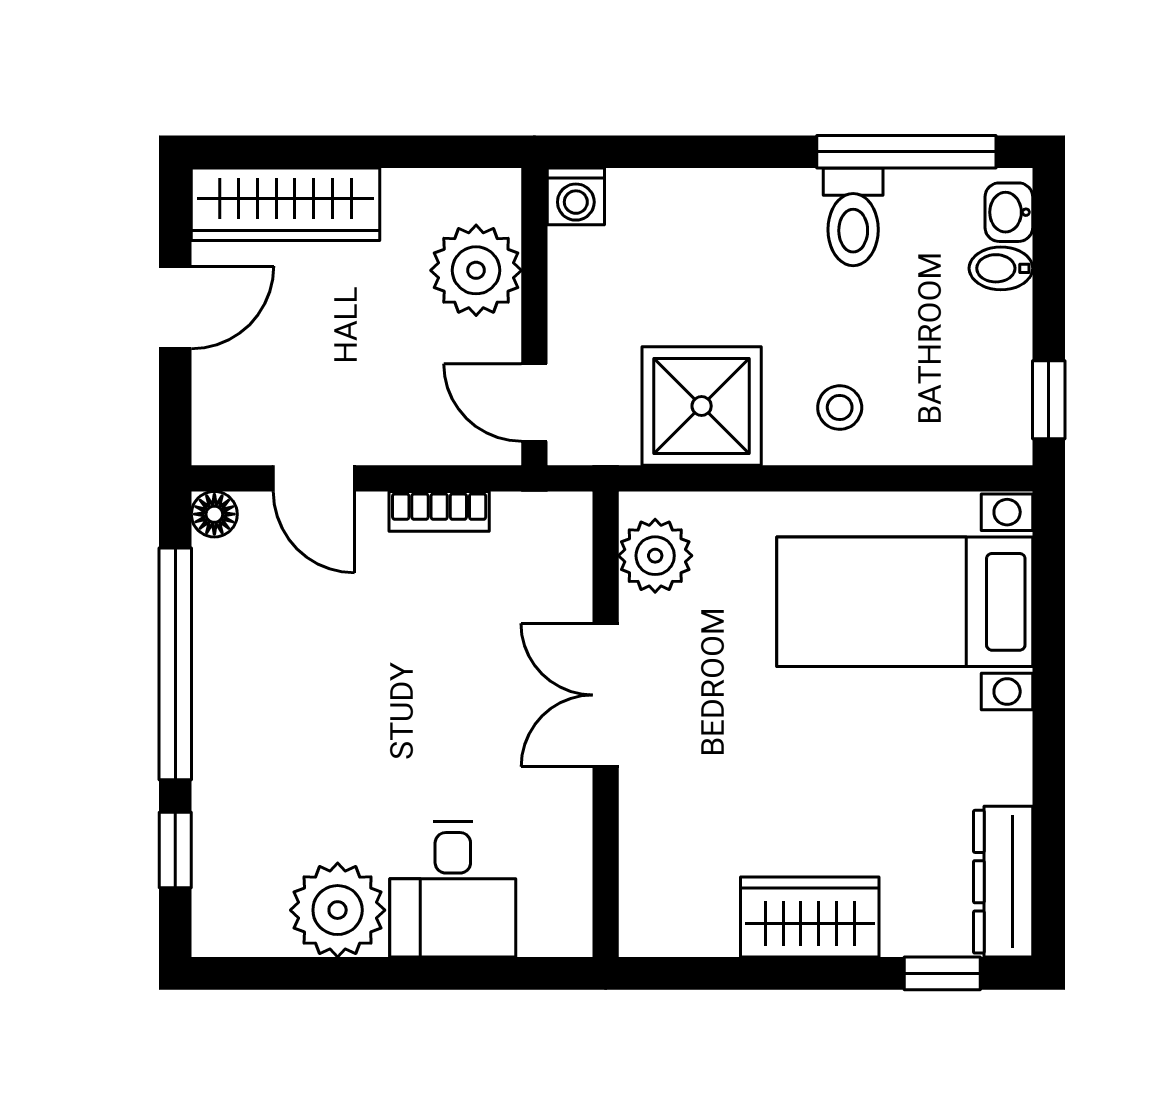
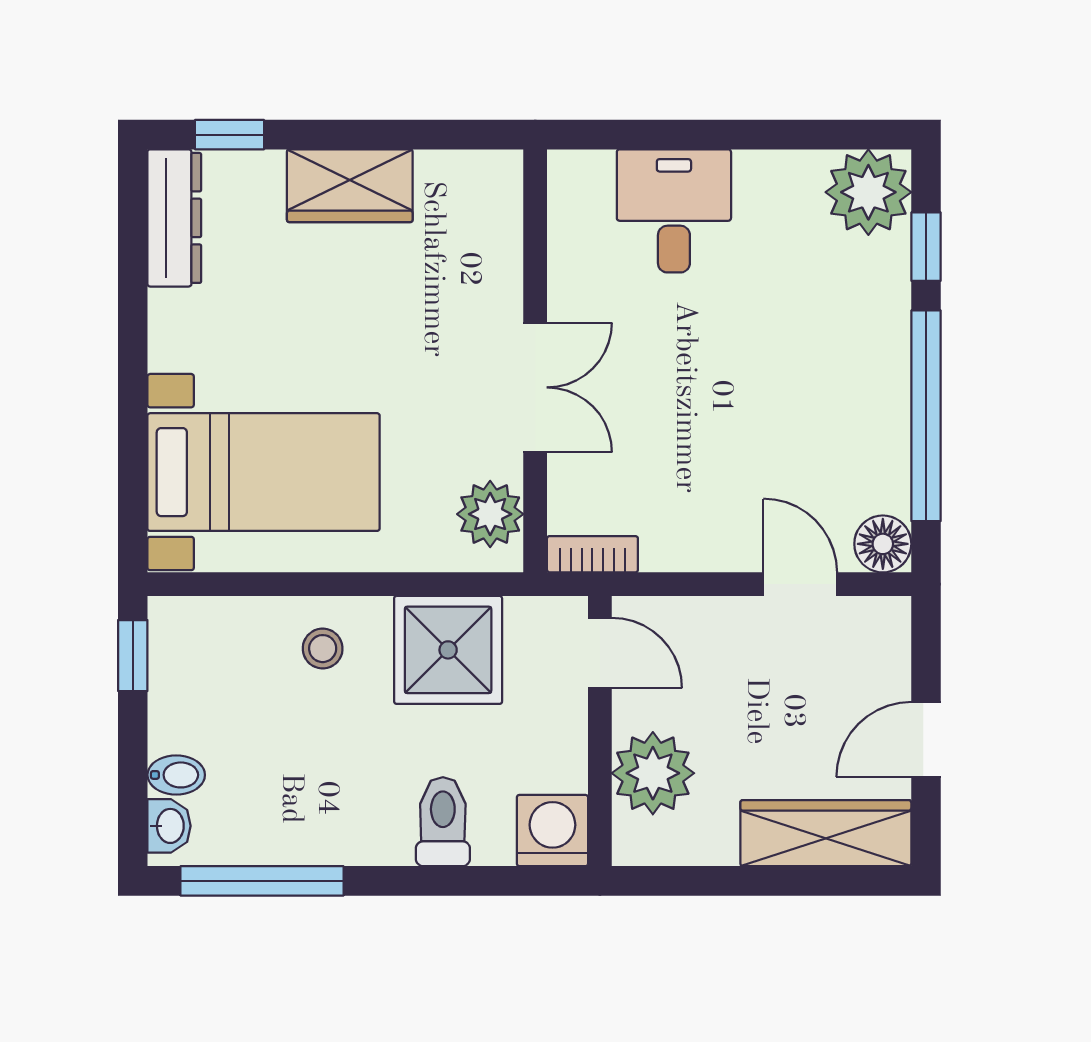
washing machine: (576, 196) -> (552, 831), width x1.38, depth x1.38
toilet: (853, 217) -> (443, 822), moved
bookcase: (439, 511) -> (592, 554), moved
floor lamp: (214, 514) -> (883, 544), width x1.37, depth x1.37
plant: (338, 910) -> (868, 192), moved

